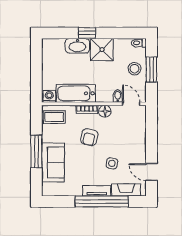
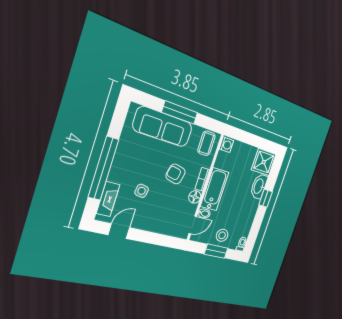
shower: (102, 50) -> (264, 162), moved
bathtub: (76, 93) -> (215, 189), moved
sofa: (53, 162) -> (163, 127), width x1.36
tv unit: (97, 191) -> (117, 166), removed

